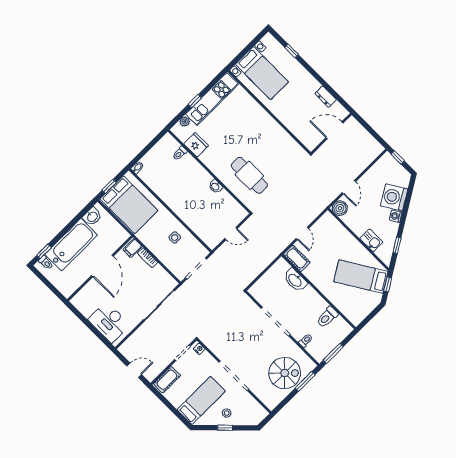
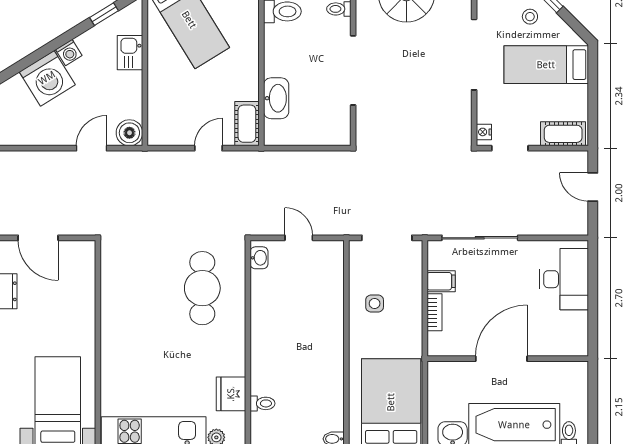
washbasin: (215, 186) -> (259, 258), moved
filing cabinet: (133, 248) -> (441, 281), moved

